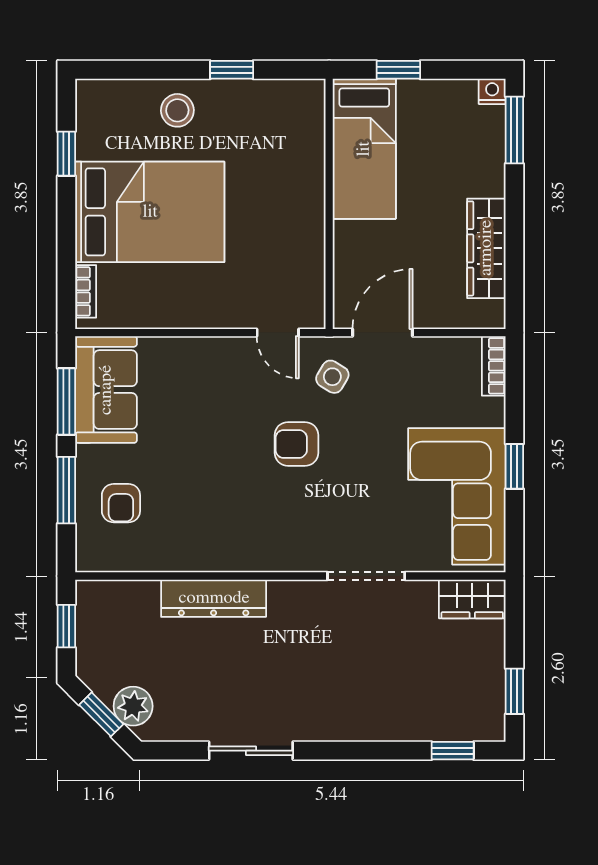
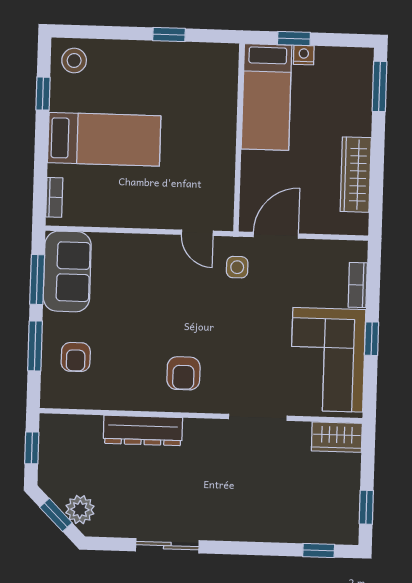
nightstand: (492, 91) -> (304, 55), moved
stool: (177, 110) -> (74, 61), moved
bed: (150, 212) -> (104, 139), width x0.67
bookcase: (494, 366) -> (358, 285), moved
side table: (332, 377) -> (237, 267), turned -31
armchair: (296, 444) -> (183, 373), moved, turned -90

